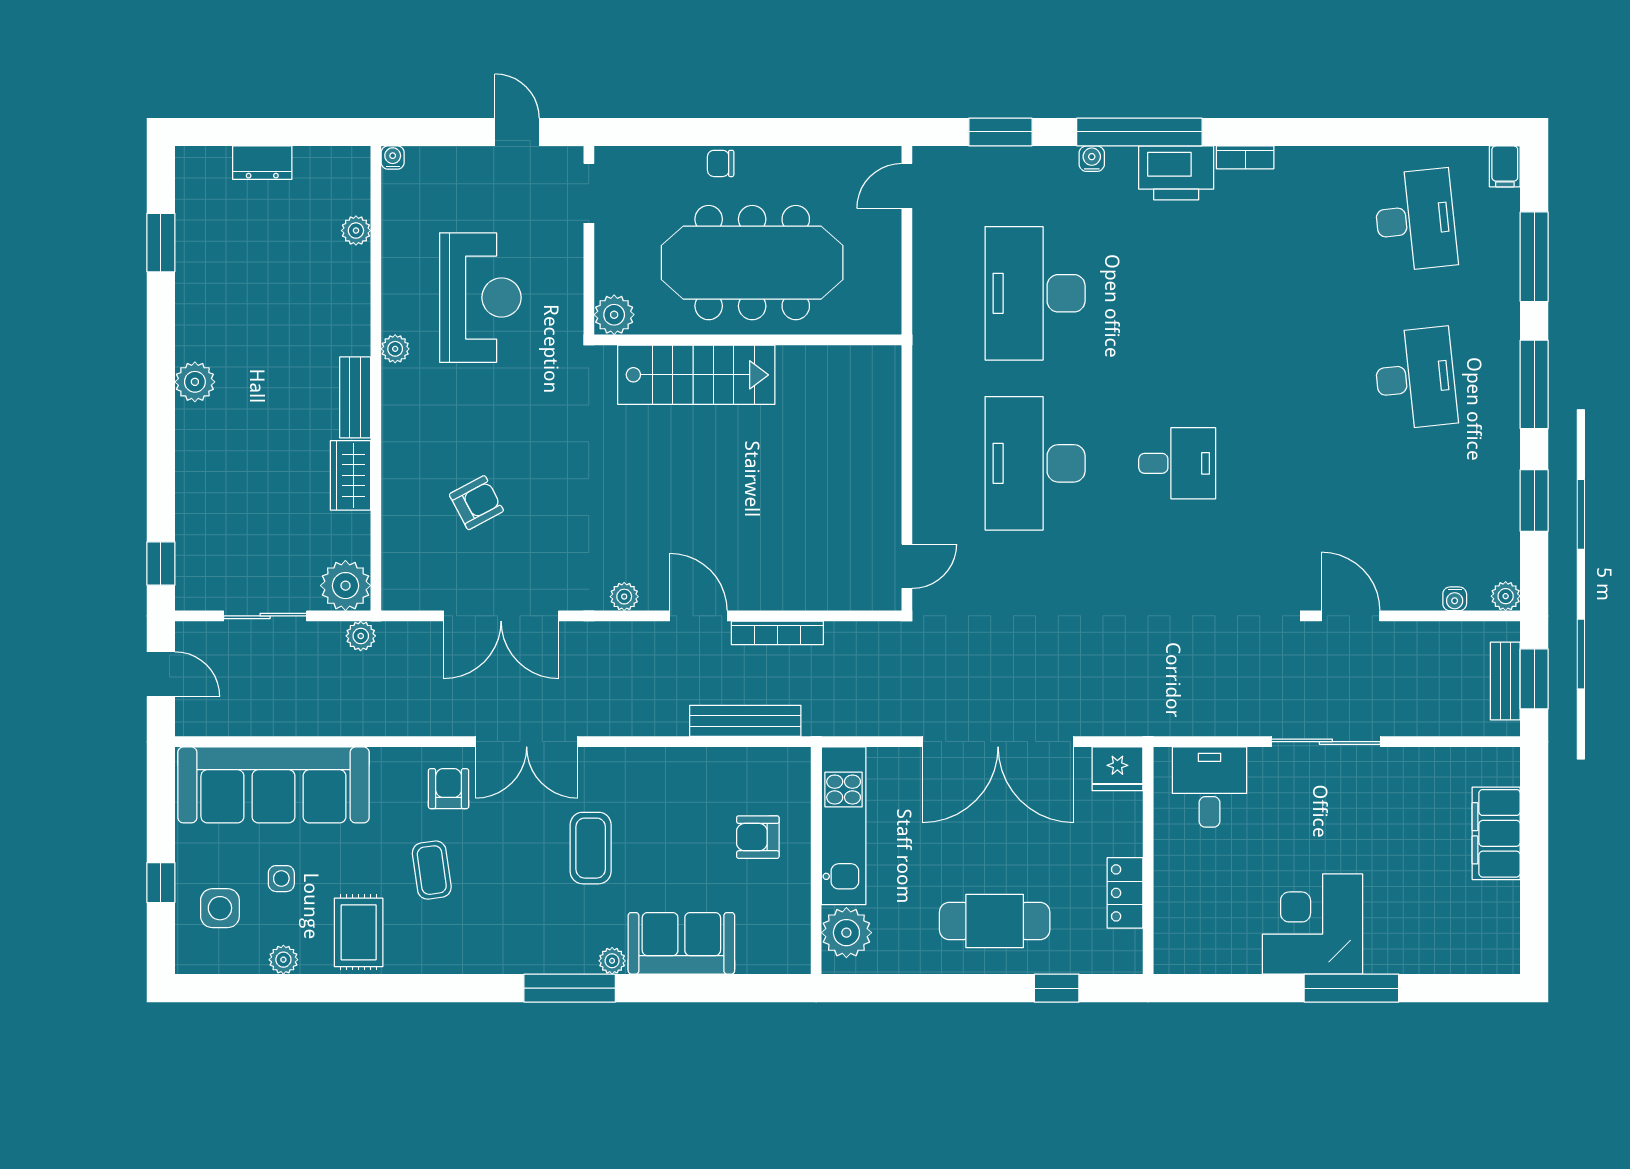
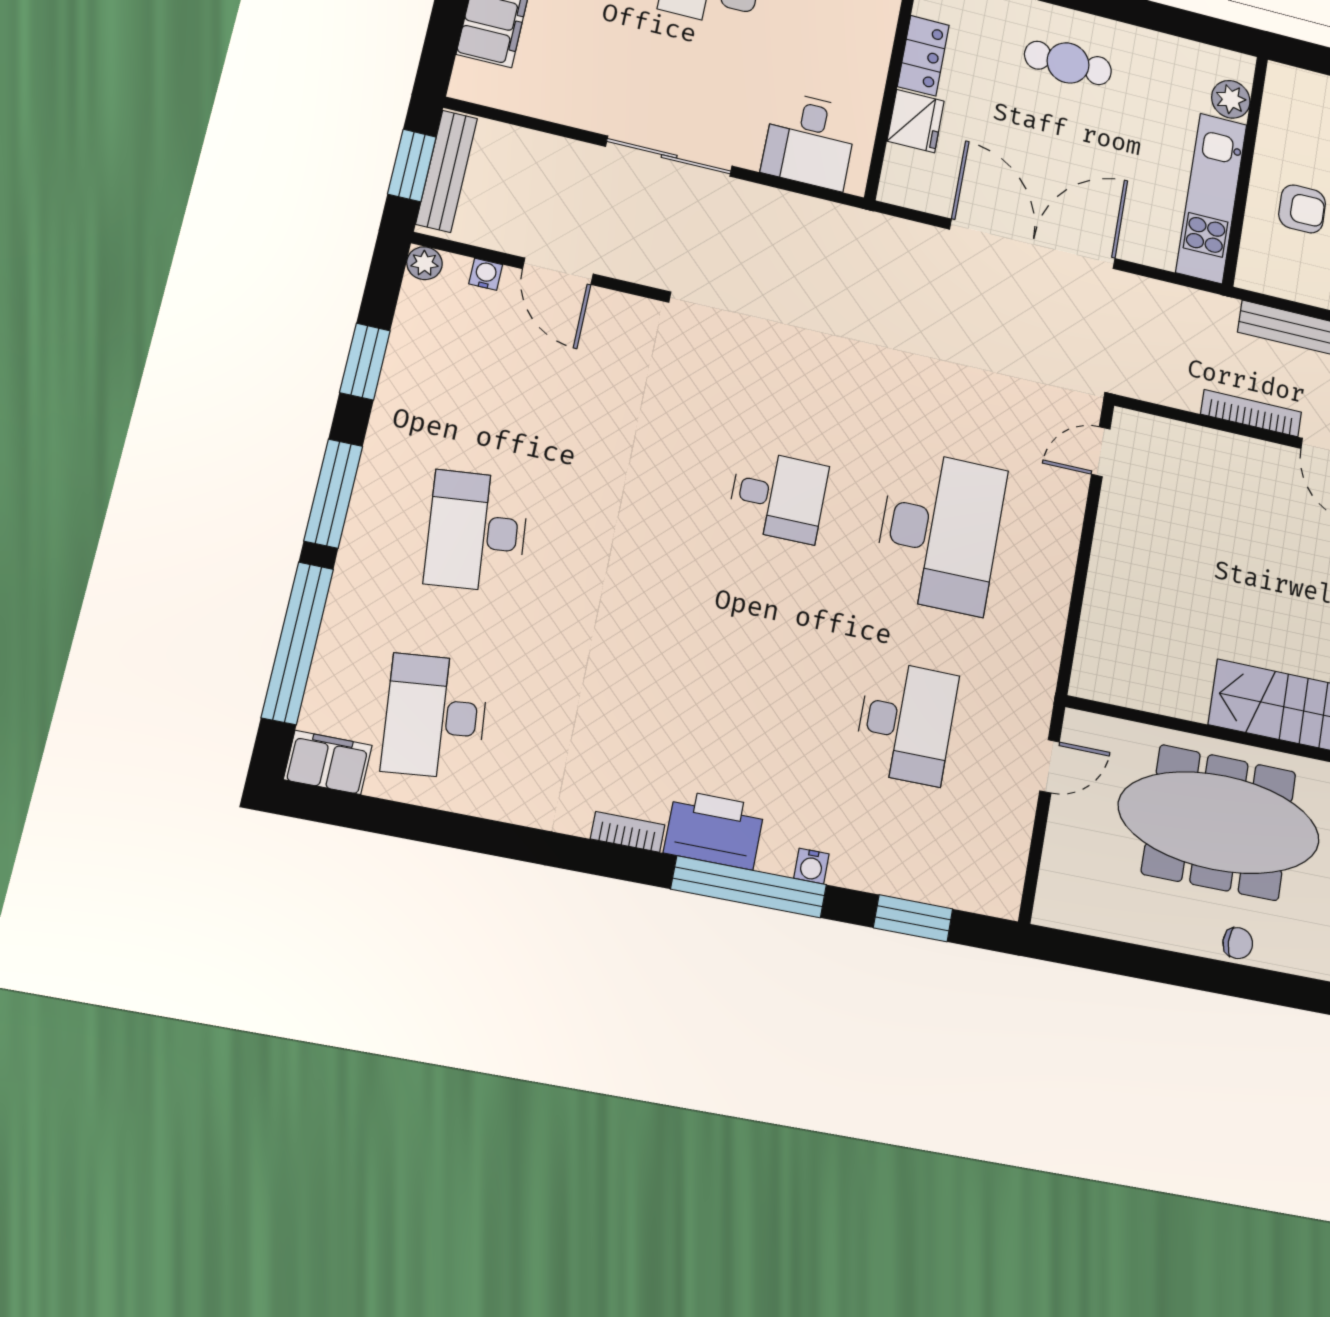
filing cabinet: (1505, 166) -> (328, 762), width x2.00
door: (907, 186) -> (1050, 766), moved
window: (1534, 257) -> (297, 643), width x1.46
desk: (1035, 293) -> (906, 723), width x0.73, depth x0.77
desk: (1177, 463) -> (778, 496), turned 180
door: (1351, 616) -> (558, 271), moved
bench: (1505, 681) -> (447, 171), width x1.36
fridge: (1117, 769) -> (916, 121), moved, turned 90
cafe table: (995, 921) -> (1068, 63), width x0.73, depth x0.74
plant: (846, 933) -> (1231, 99), width x0.73, depth x0.73

